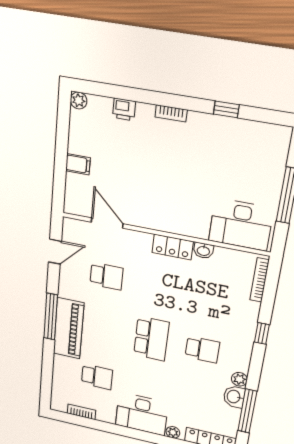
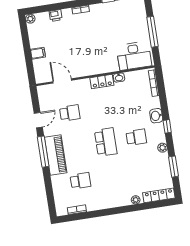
door: (55, 252) -> (38, 120), moved
window: (262, 333) -> (167, 126), moved
washbasin: (234, 397) -> (156, 116), moved
window: (247, 411) -> (174, 167), width x0.69
desk: (142, 414) -> (114, 195), removed

